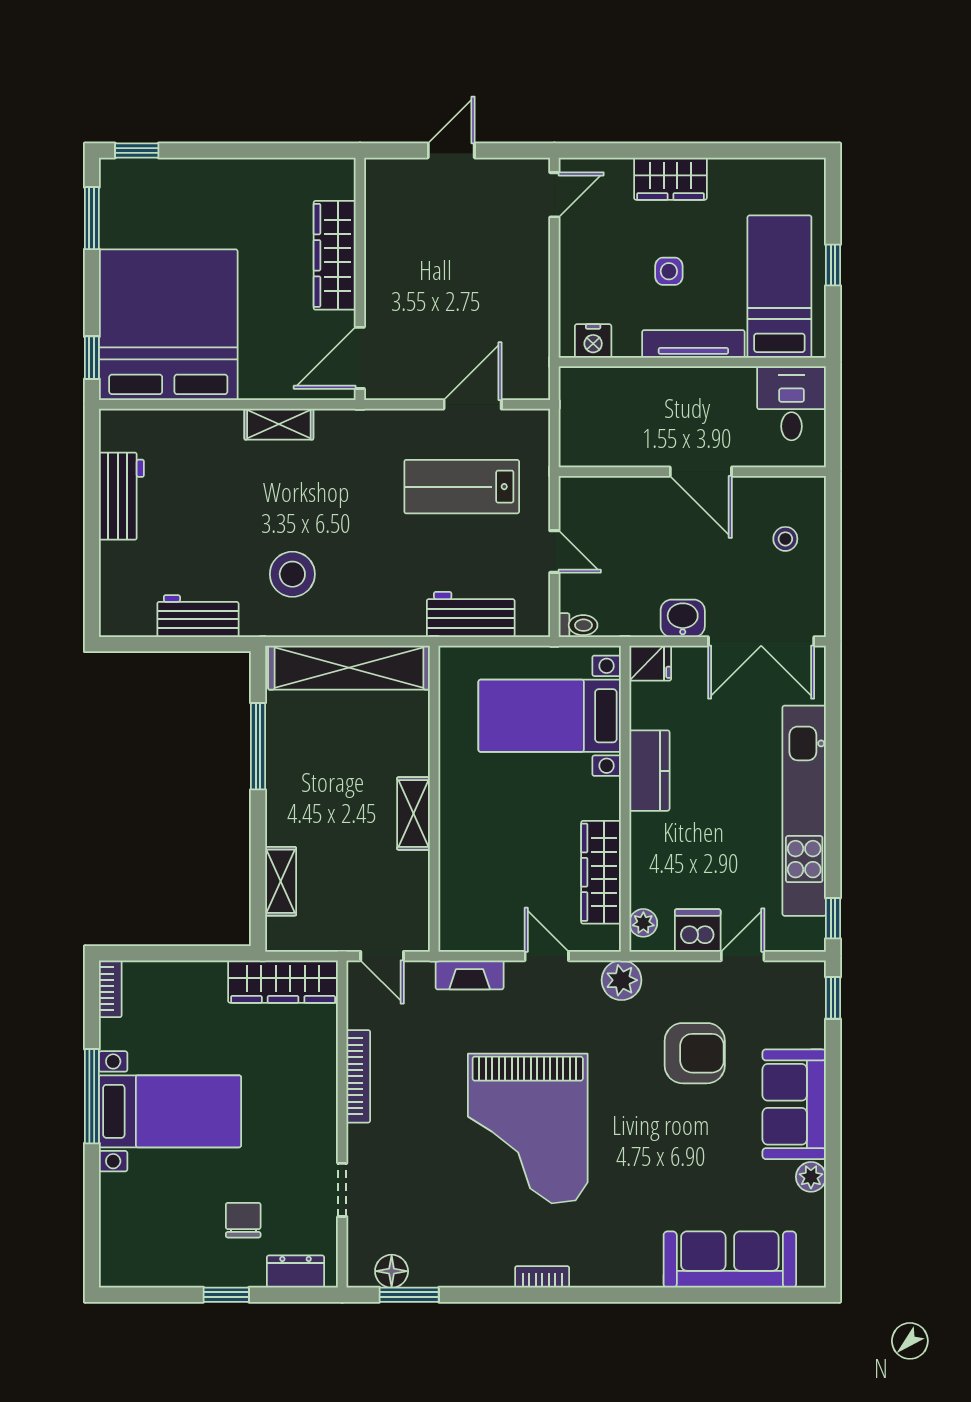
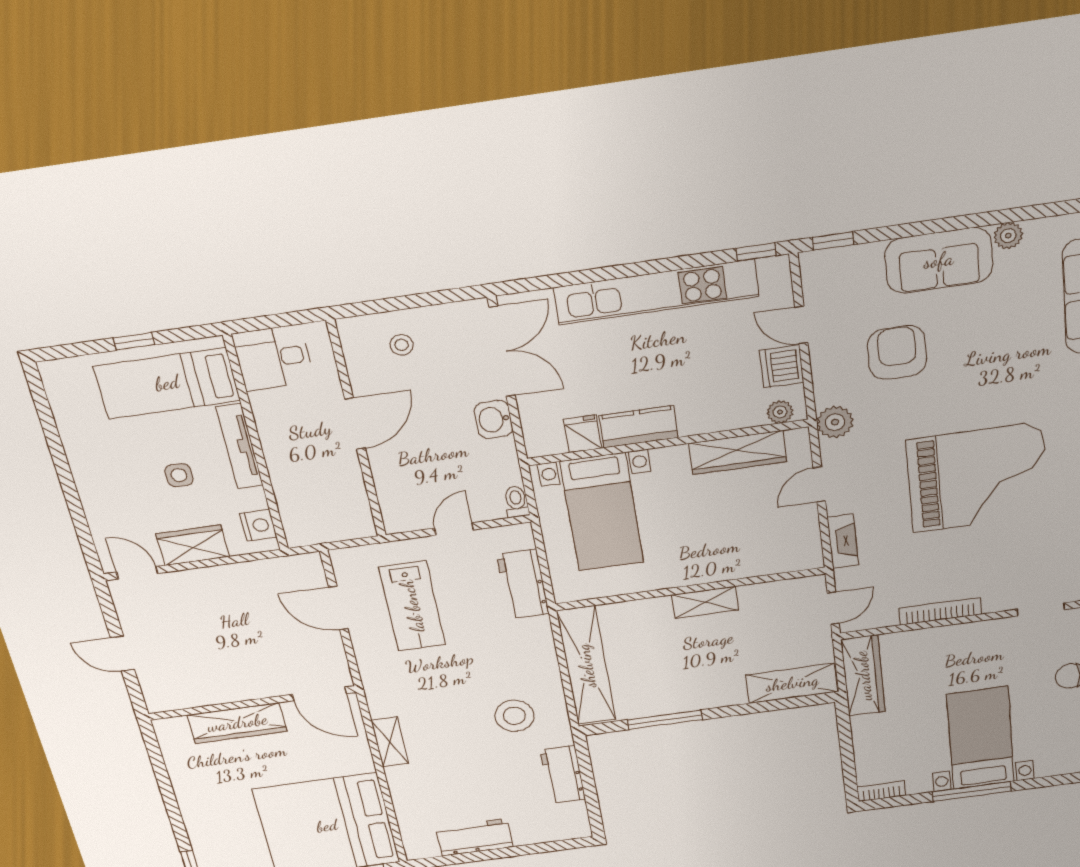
wardrobe: (670, 179) -> (193, 545), moved, turned -90
fridge: (650, 663) -> (583, 434), moved
shelving: (281, 881) -> (792, 683), width x1.50, depth x1.33

